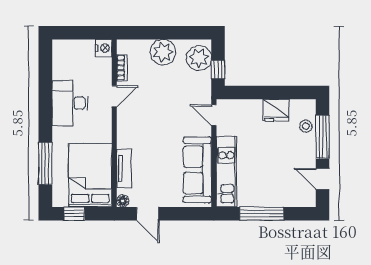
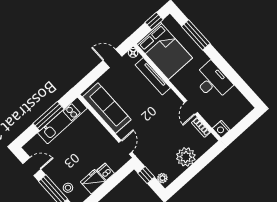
plant: (199, 58) -> (162, 178), width x0.53, depth x0.53
dishwasher: (255, 108) -> (106, 172), added
door: (214, 115) -> (125, 147), hinge flipped
tv unit: (124, 168) -> (153, 76), width x1.41
kitchen unit: (226, 172) -> (62, 120), moved, turned -90

